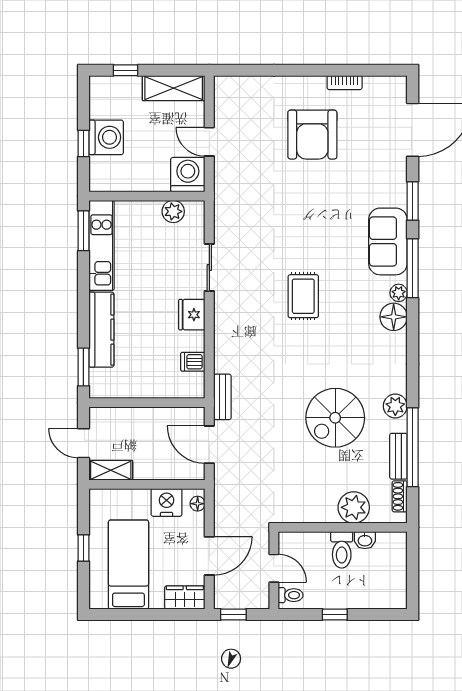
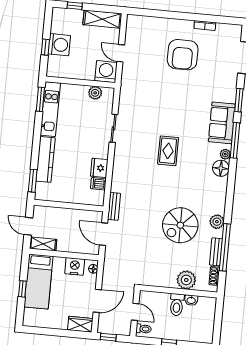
fridge: (192, 315) -> (99, 168), moved
bed: (128, 565) -> (38, 282), moved, turned 180

